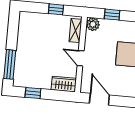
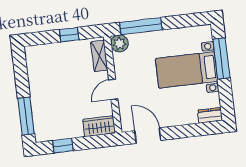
window: (112, 15) -> (141, 26), width x2.17
door: (81, 58) -> (113, 89), hinge flipped

